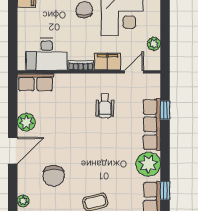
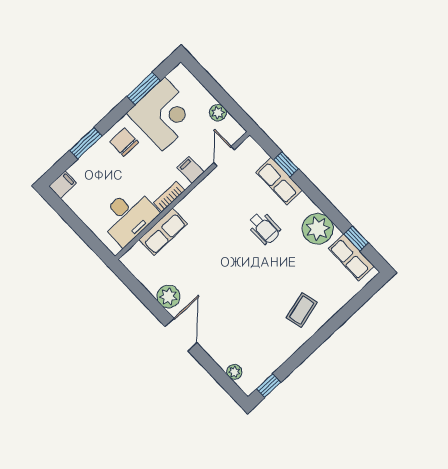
filing cabinet: (107, 62) -> (191, 170), width x0.50
row of seats: (36, 82) -> (163, 232), moved
wheelchair: (105, 106) -> (264, 228), moved
row of seats: (152, 124) -> (279, 181), width x0.68
chair: (54, 176) -> (241, 322), removed

